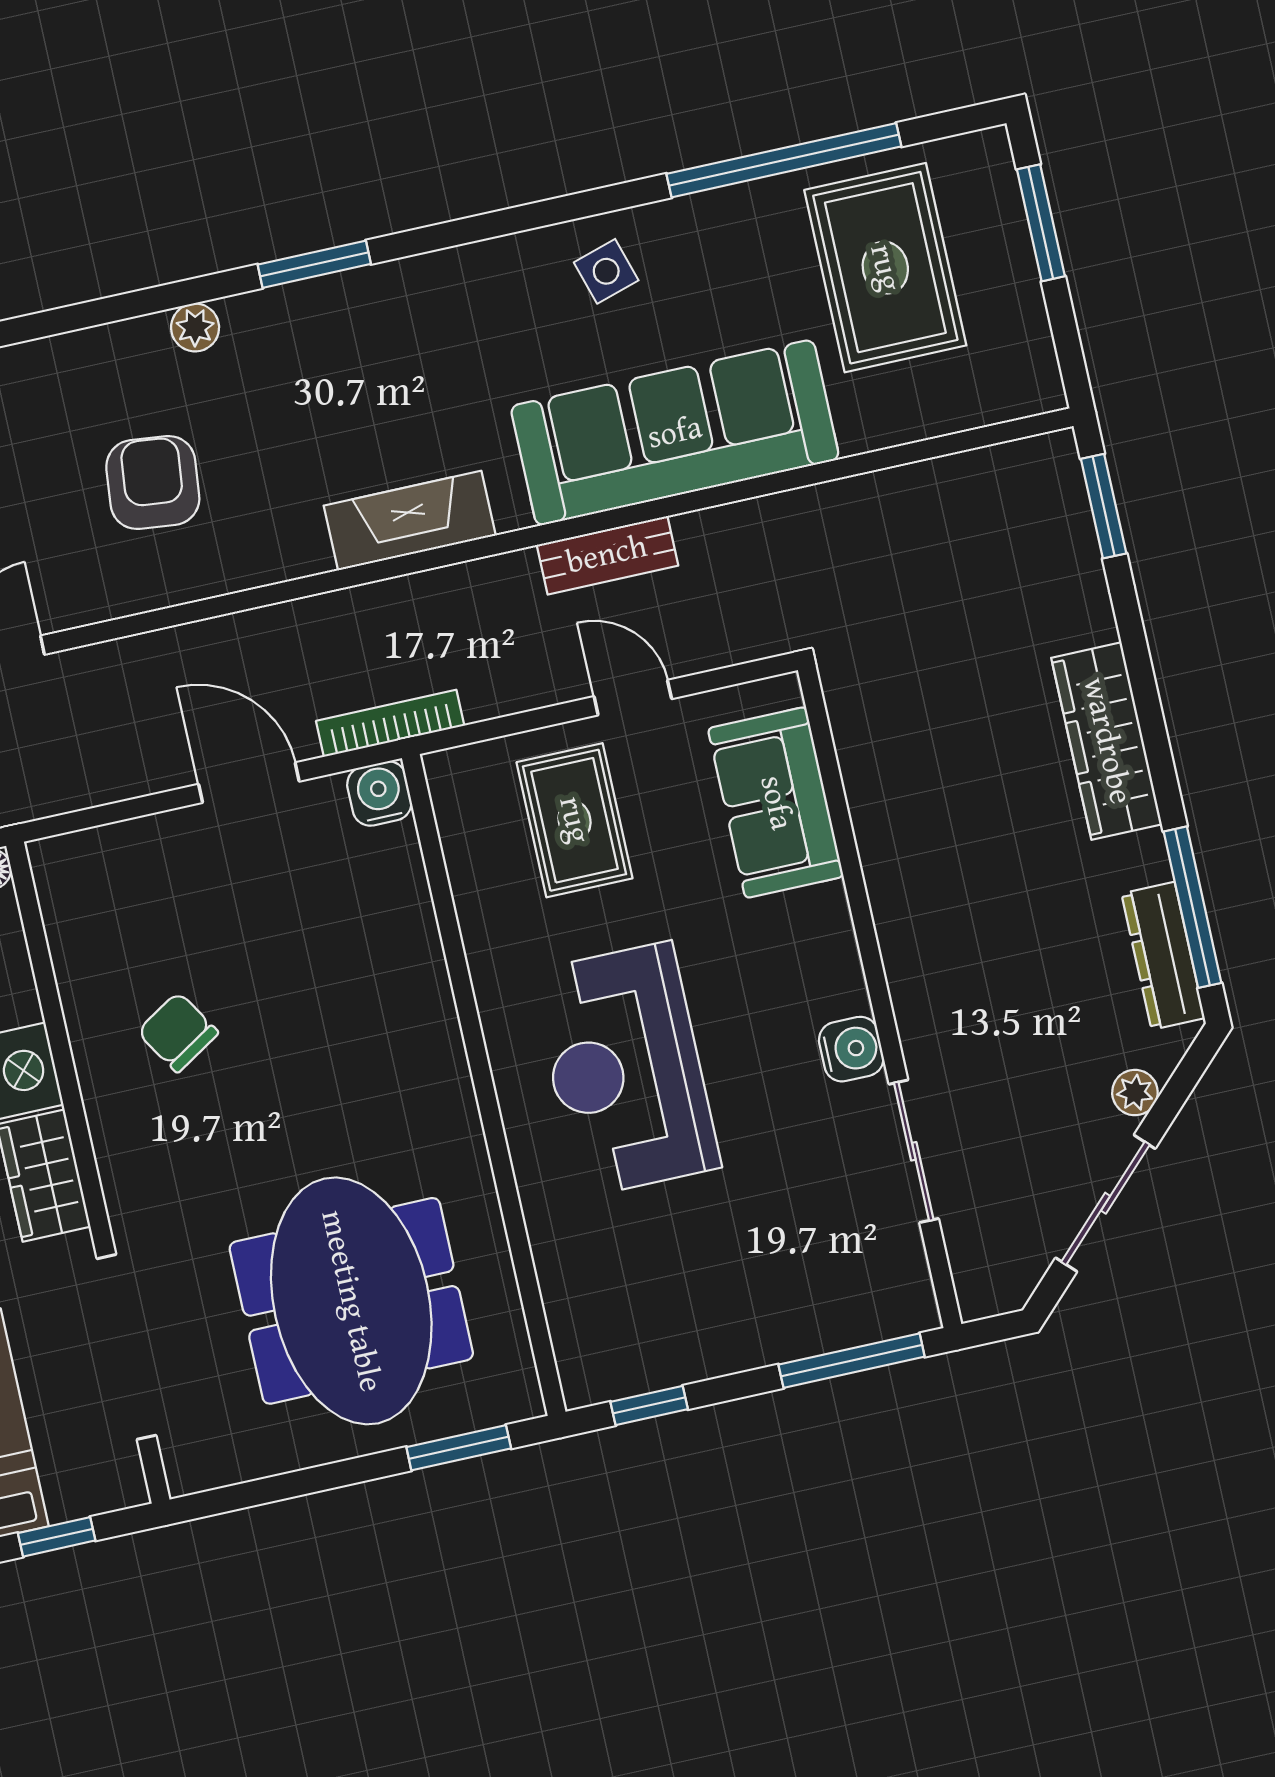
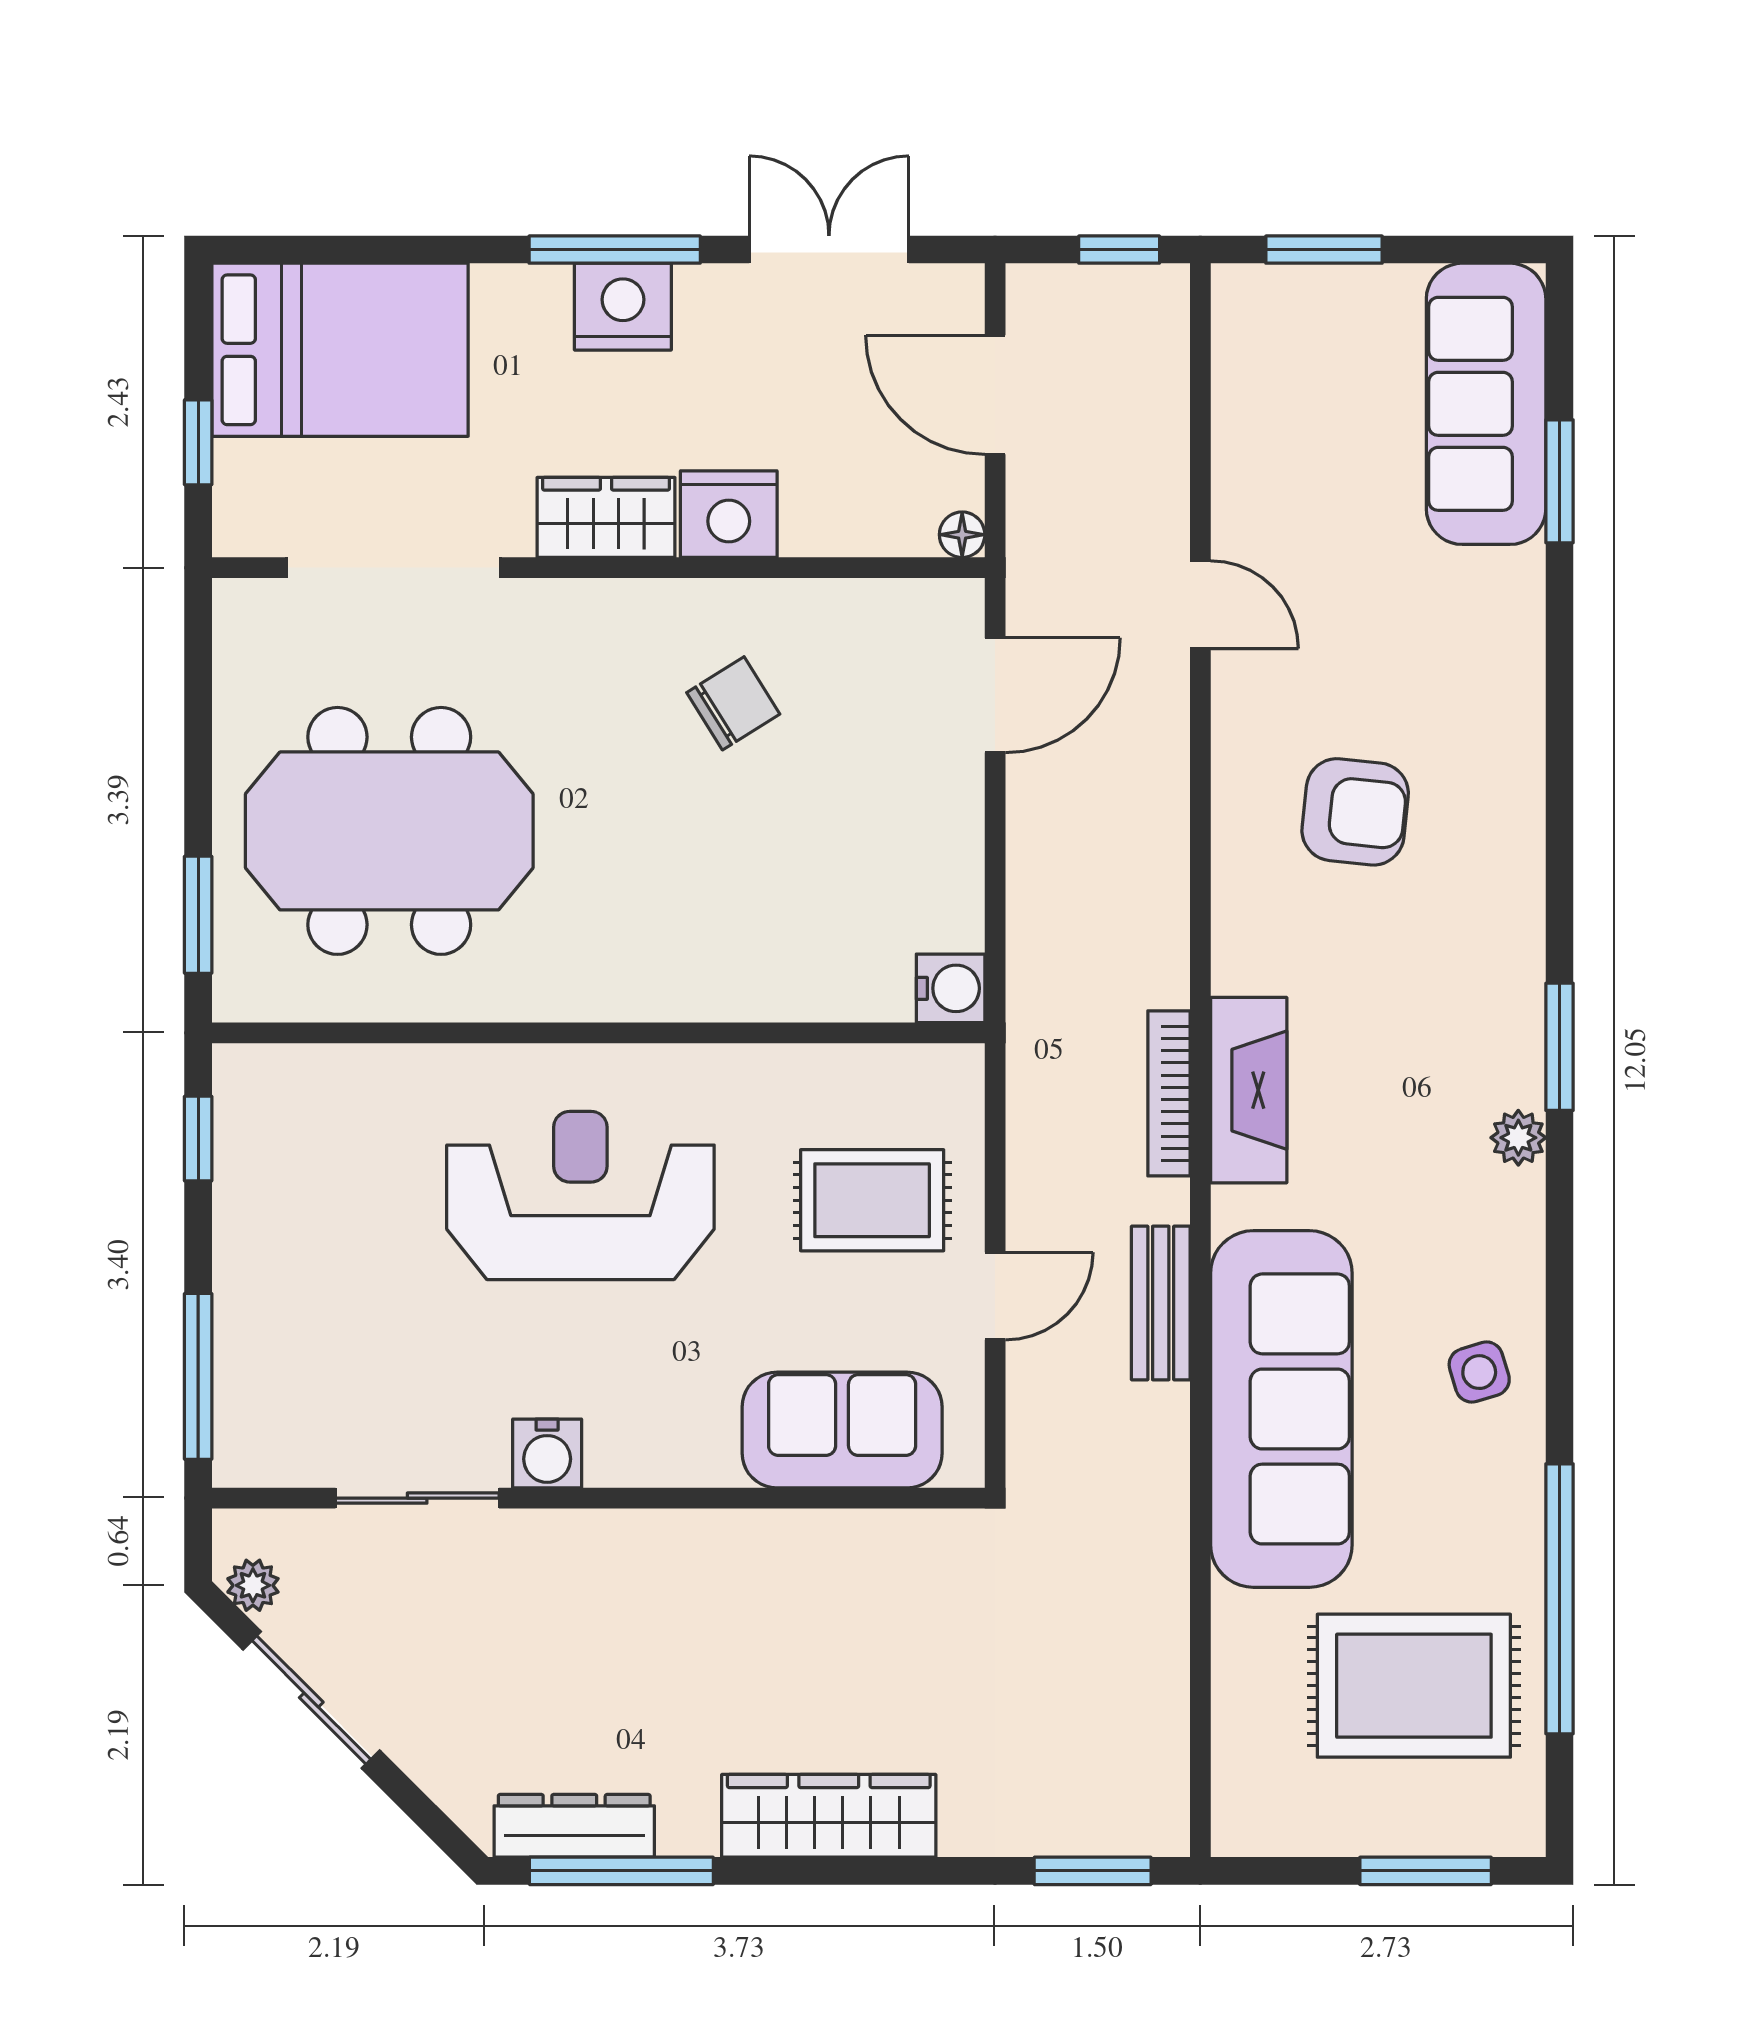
plant: (195, 327) -> (1518, 1138), moved
bookcase: (390, 723) -> (1169, 1093), moved, turned 180
door: (249, 783) -> (995, 695), moved
plant: (1135, 1093) -> (253, 1585), moved

